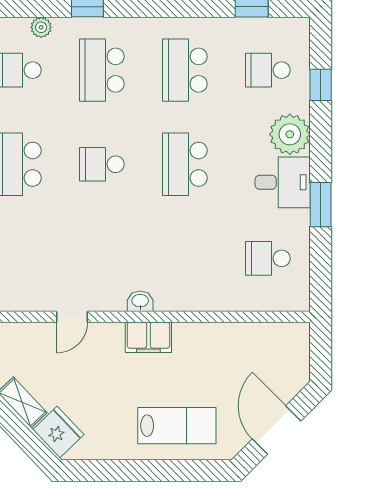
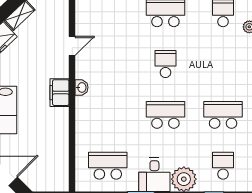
school desk: (102, 70) -> (223, 64), removed
school desk: (268, 258) -> (108, 166), width x1.85
door: (72, 317) -> (72, 46), swing flipped

